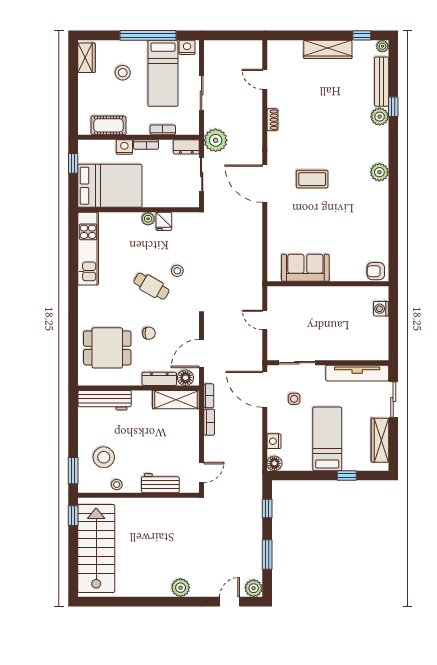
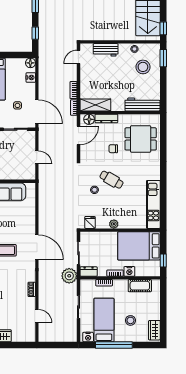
fridge: (164, 221) -> (90, 222), moved

